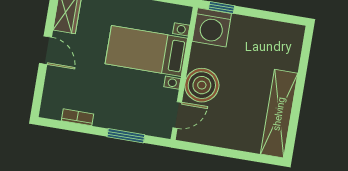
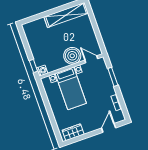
washing machine: (212, 27) -> (42, 71), width x0.53, depth x0.53
door: (45, 50) -> (109, 128), moved

